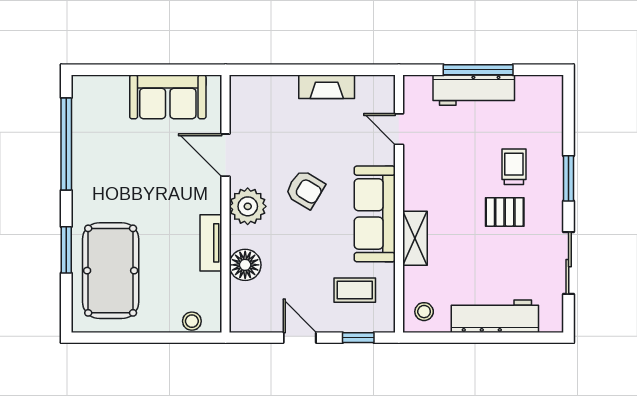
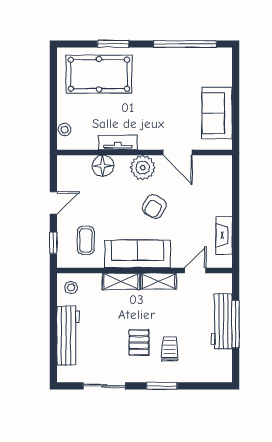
fireplace: (327, 87) -> (224, 235), moved
door: (226, 155) -> (178, 152), swing flipped
trolley: (514, 167) -> (170, 349), turned -90
shelving: (415, 183) -> (159, 281), added

